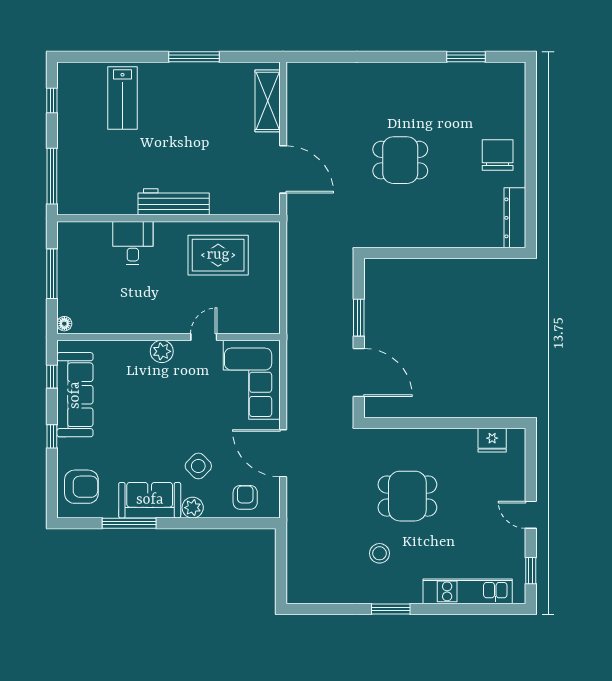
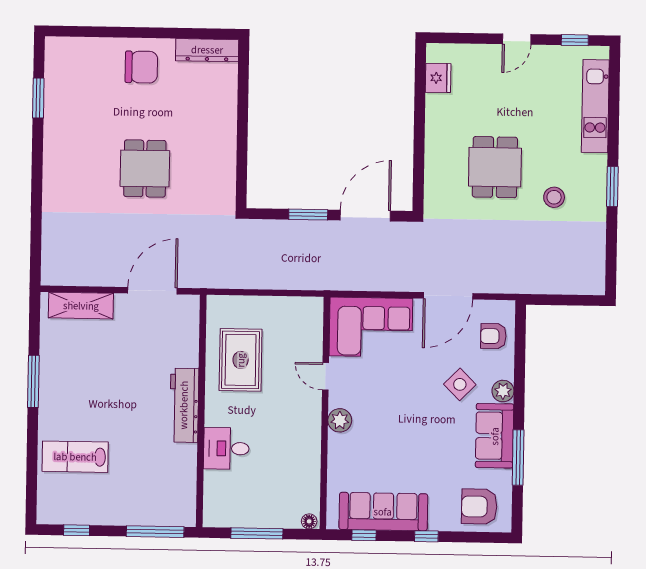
lab bench: (122, 98) -> (75, 457), turned 180
chair: (498, 155) -> (141, 67), turned 180
armchair: (81, 487) -> (479, 507), turned -90

